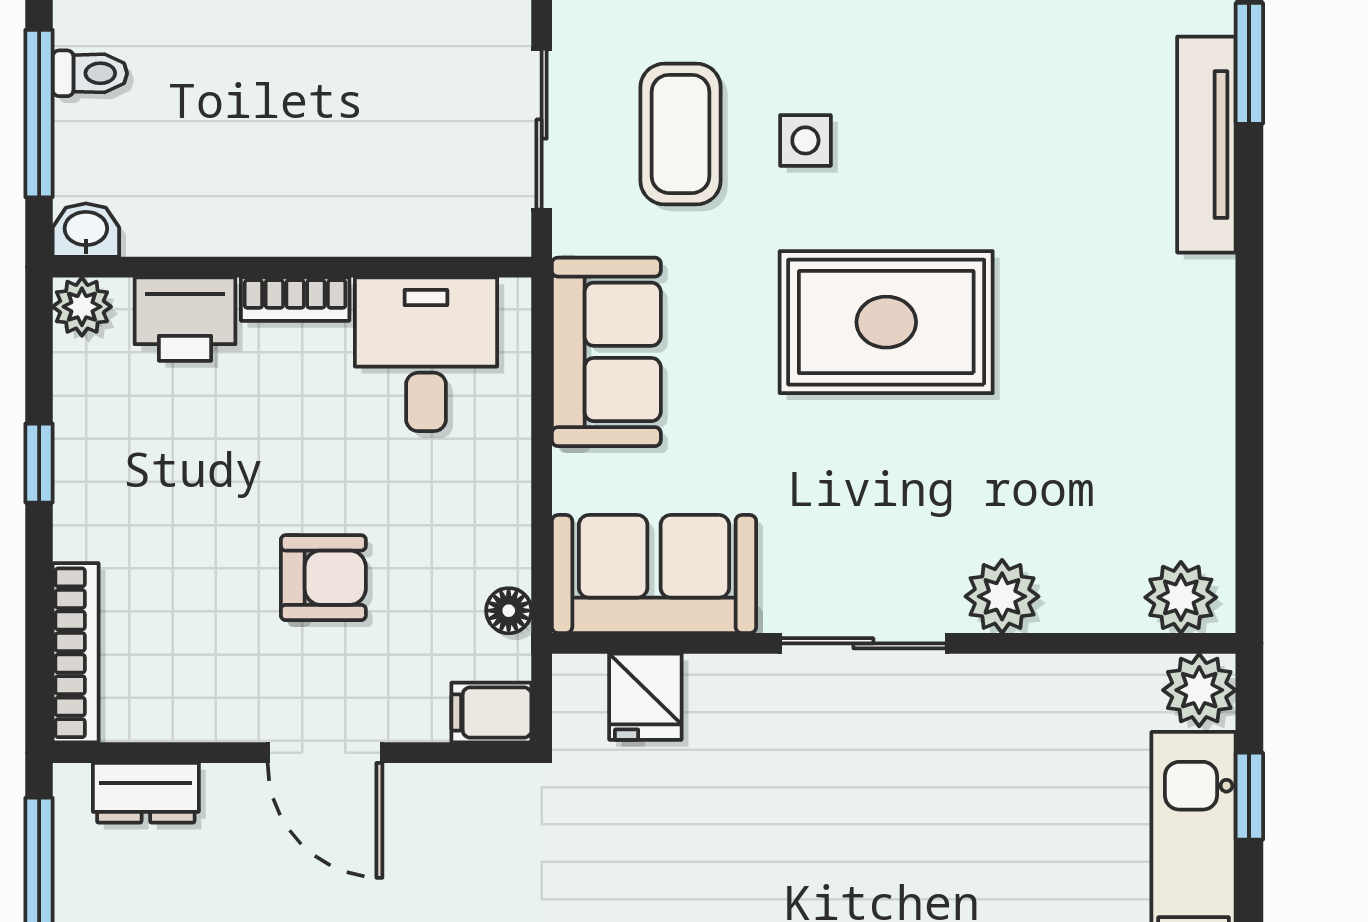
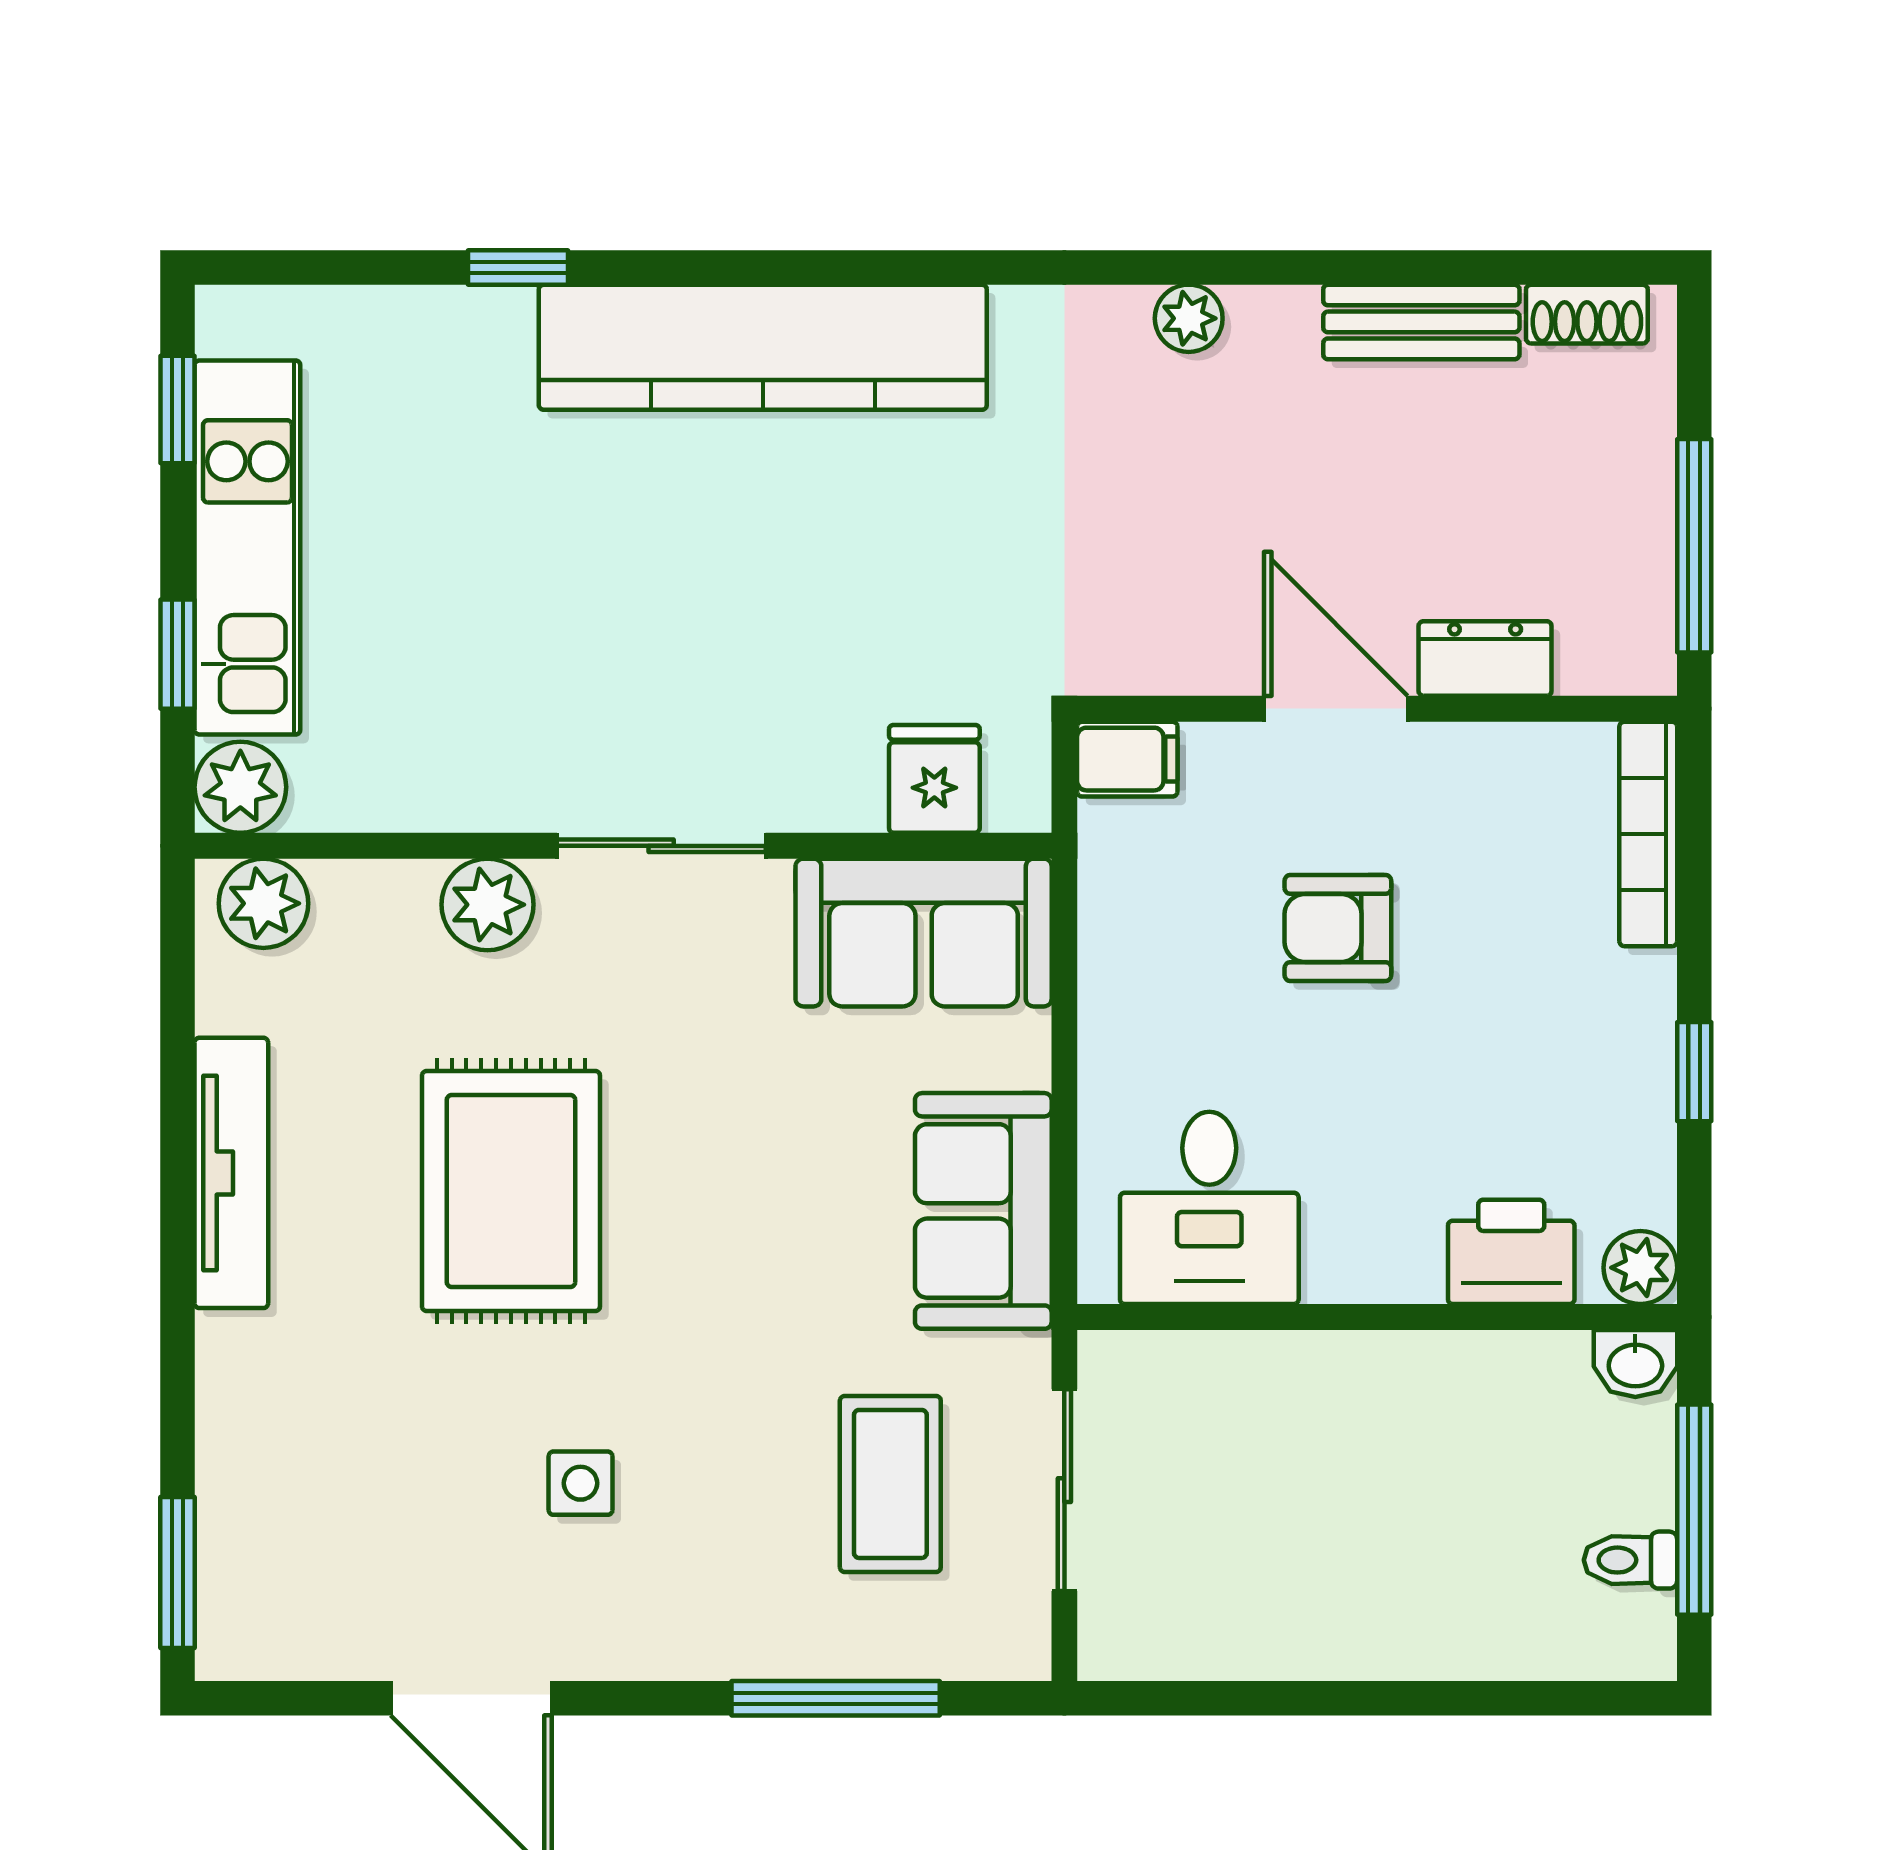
side table: (805, 140) -> (581, 1483), moved
tv unit: (1206, 145) -> (231, 1173), moved
bookcase: (295, 299) -> (1373, 1277), removed
rug: (886, 322) -> (511, 1191), moved, turned 90
floor lamp: (509, 611) -> (1106, 887), removed
dresser: (146, 793) -> (1485, 658), moved

